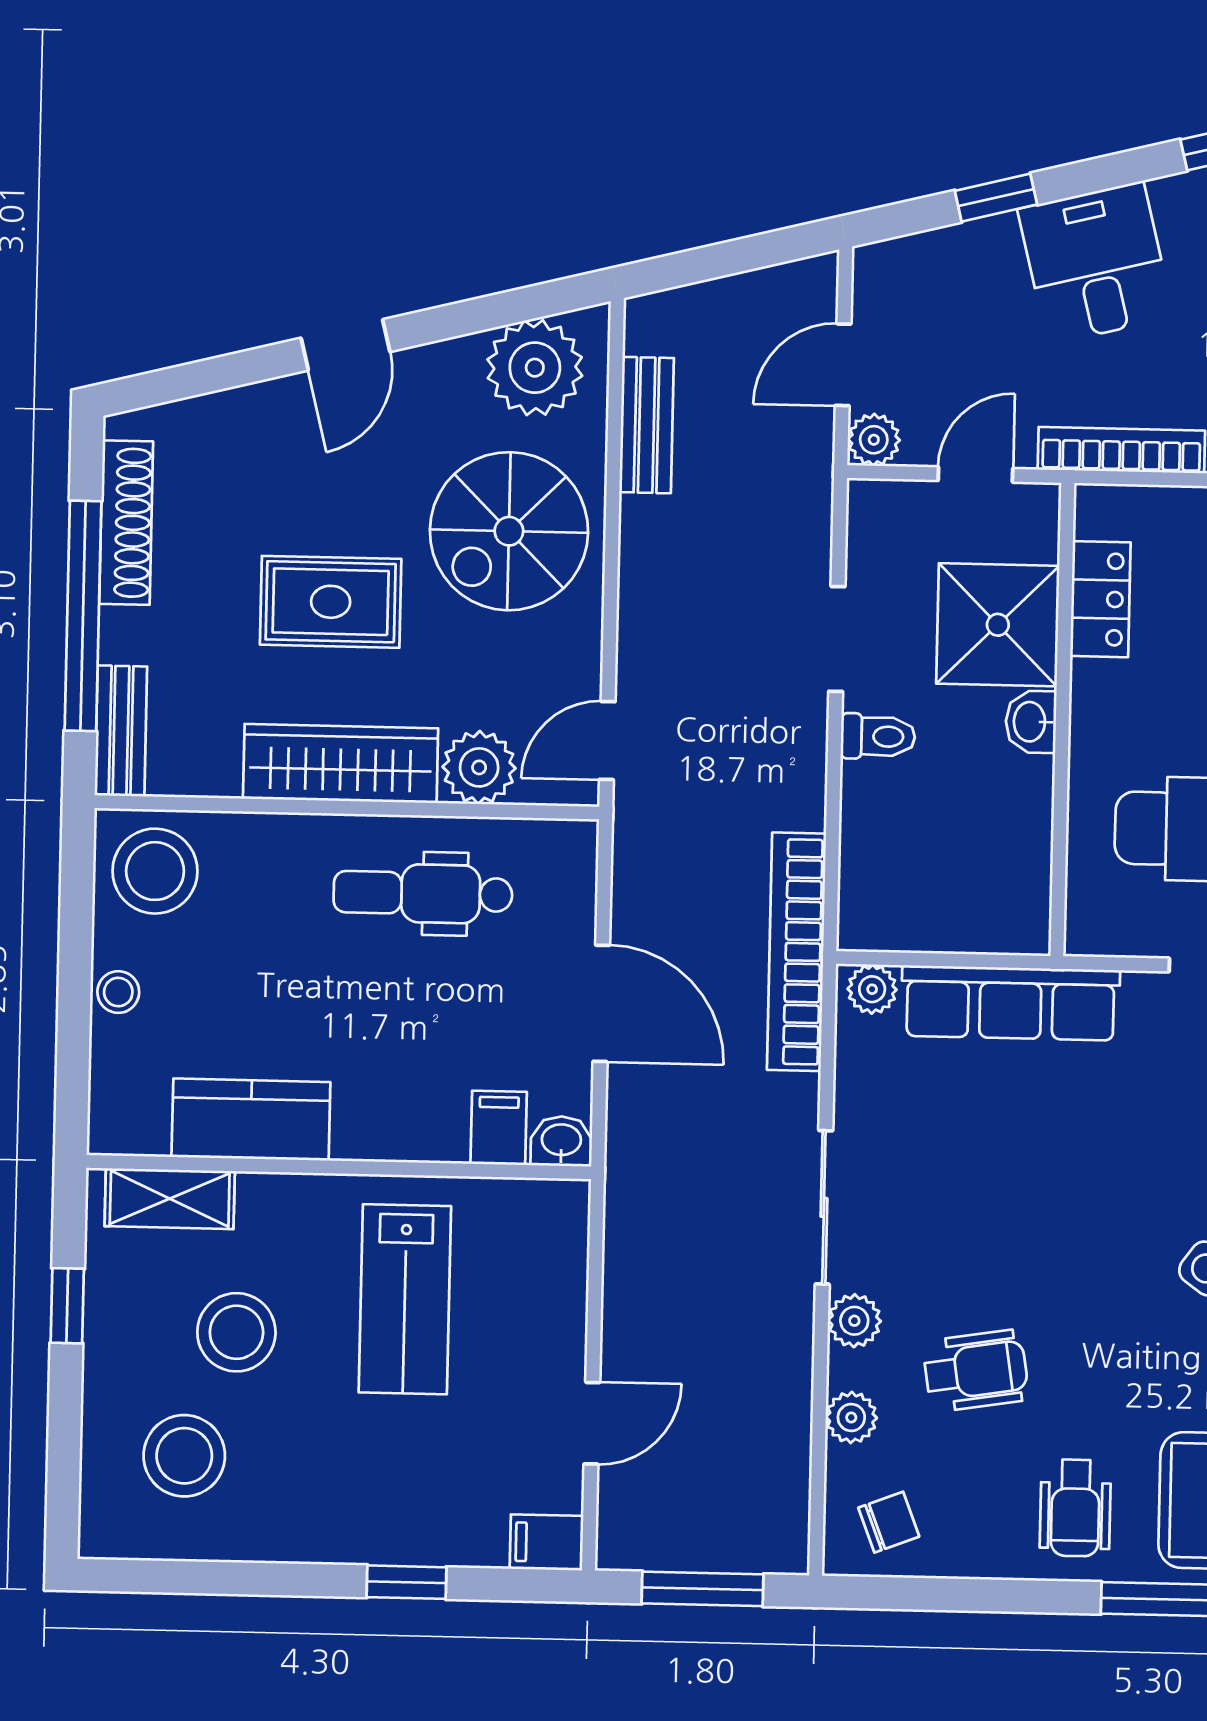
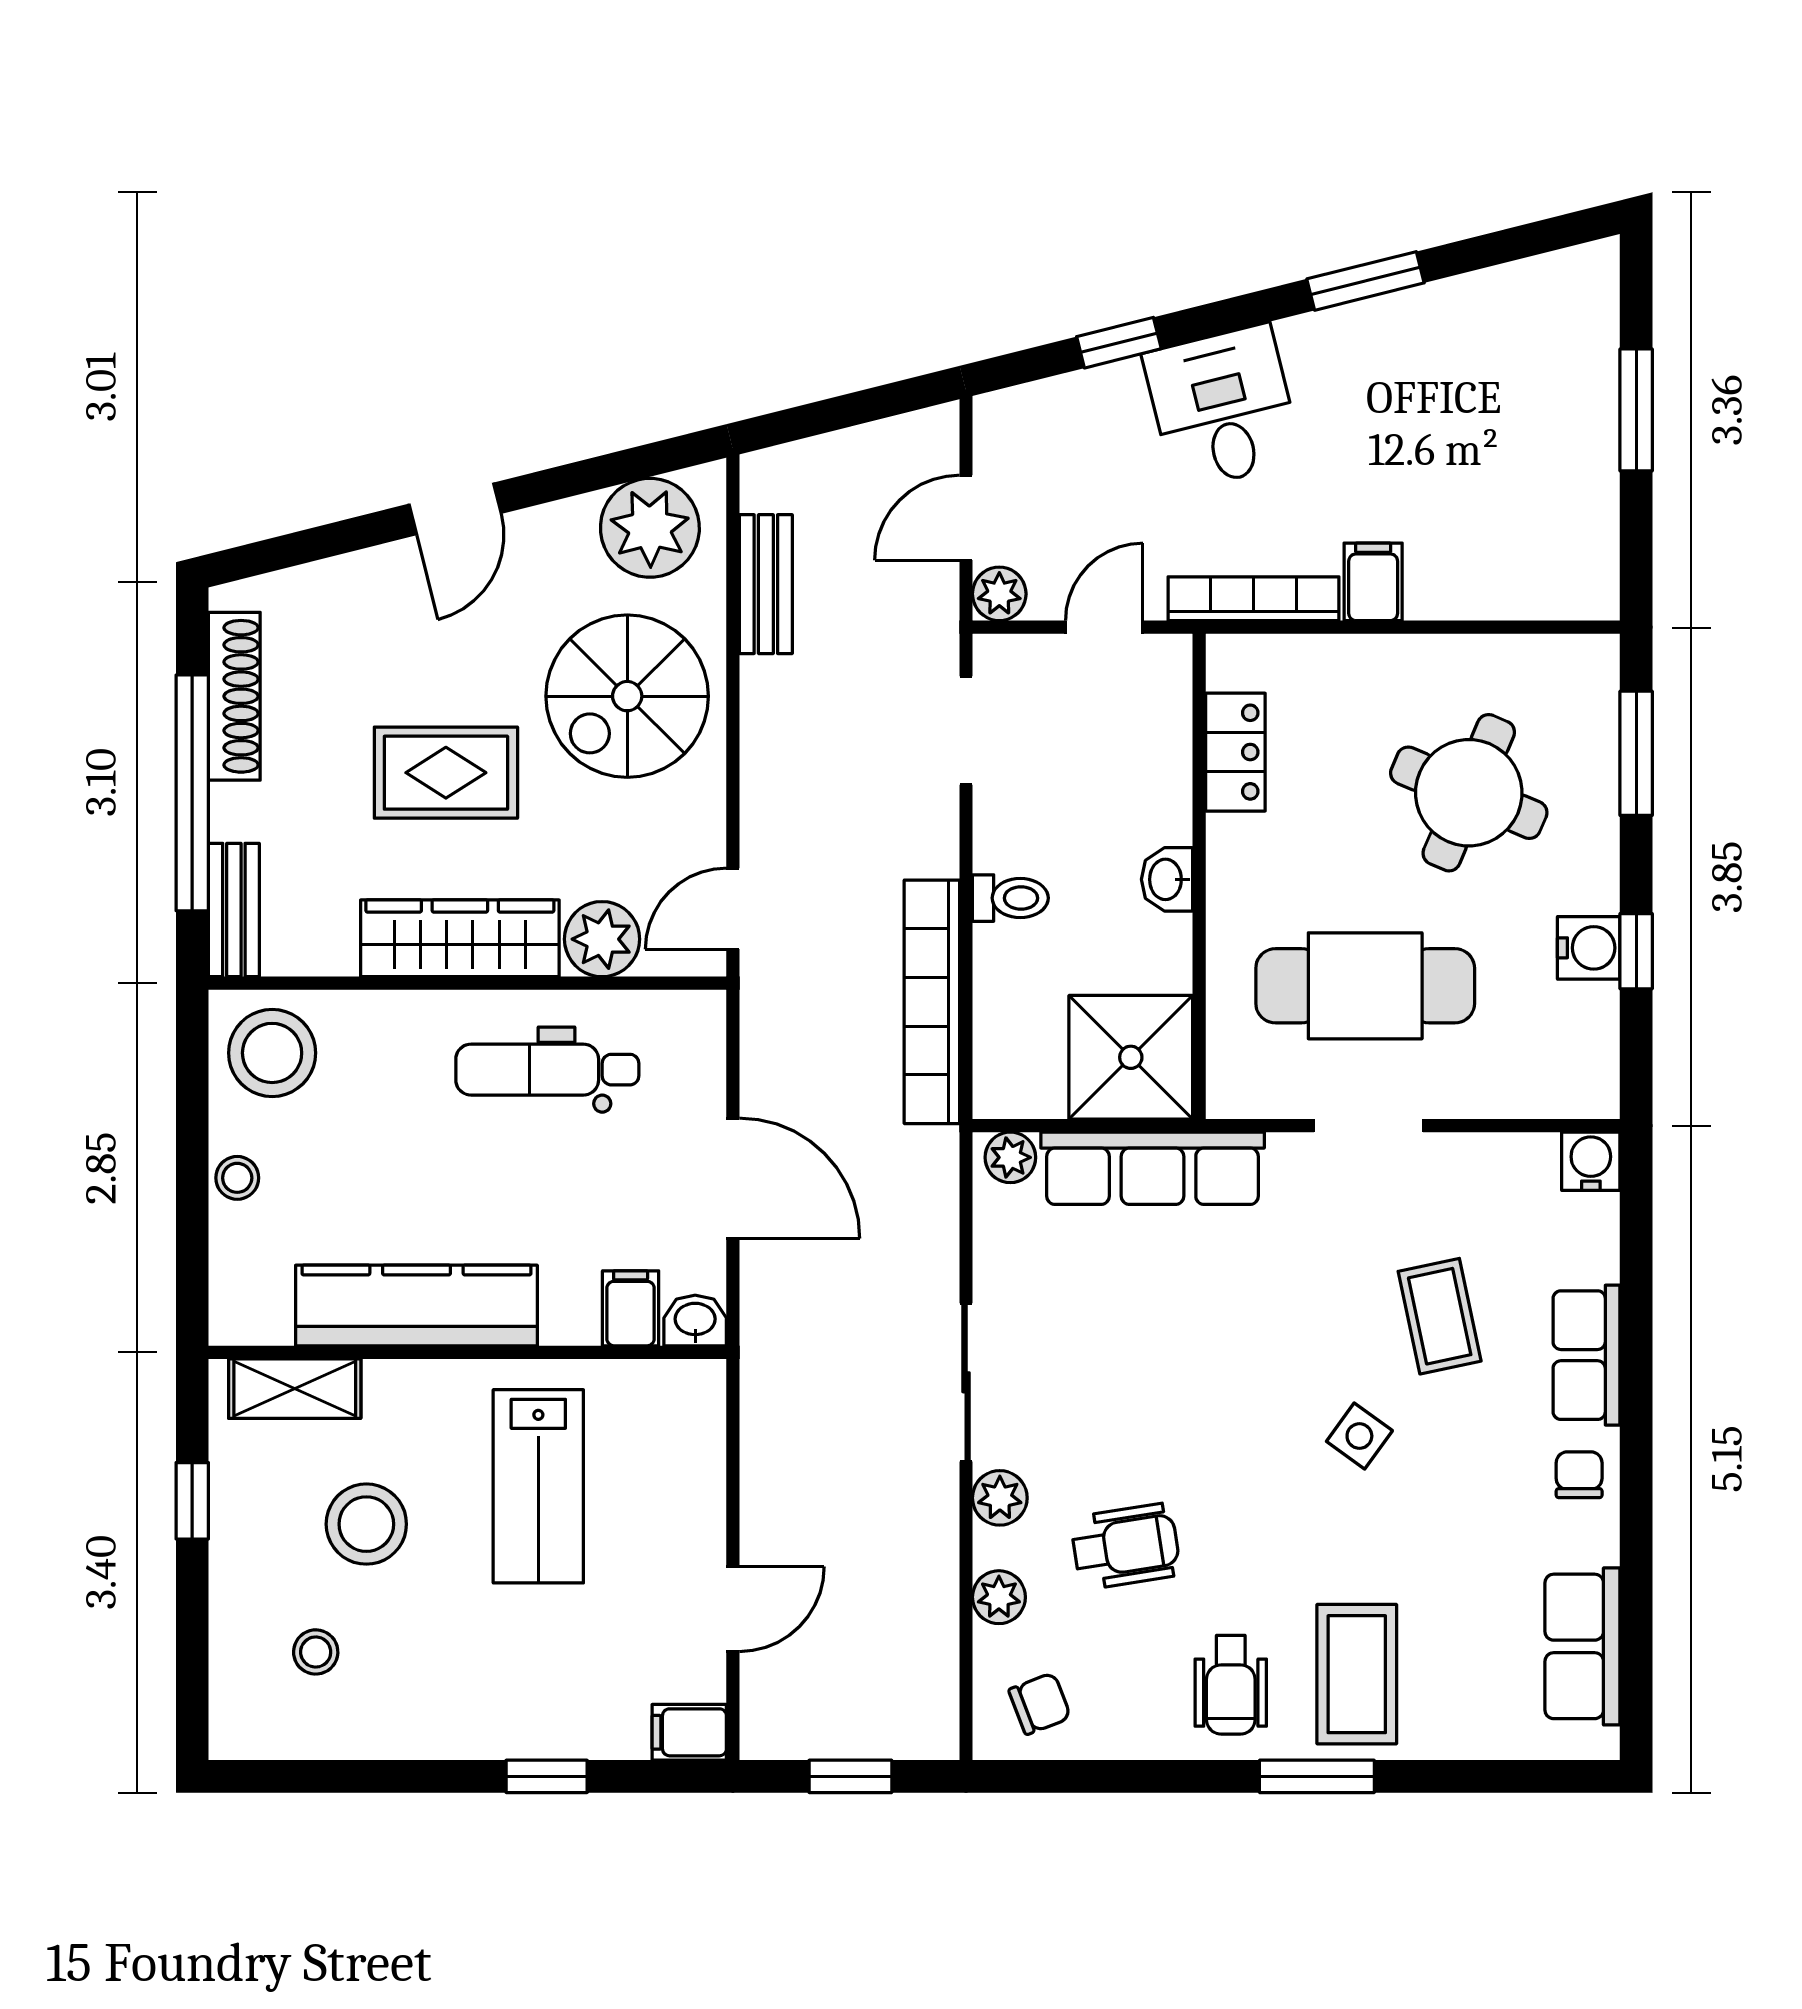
shower: (998, 625) -> (1131, 1057), moved
doorway: (837, 639) -> (966, 730), moved
bookcase: (796, 952) -> (932, 1002), moved
kitchen counter: (251, 1119) -> (416, 1306), width x1.50
stool: (184, 1456) -> (316, 1652), width x0.53, depth x0.53
window: (703, 1589) -> (850, 1776), width x0.67

